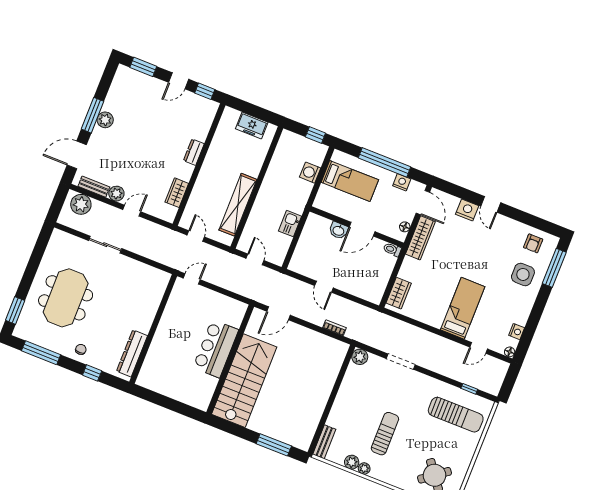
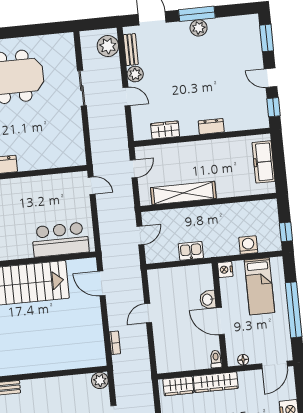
freezer: (252, 125) -> (263, 162), width x1.40
nightstand: (402, 182) -> (225, 270), moved, turned 180
wardrobe: (420, 238) -> (216, 382), moved
bar counter: (216, 349) -> (60, 240), moved

